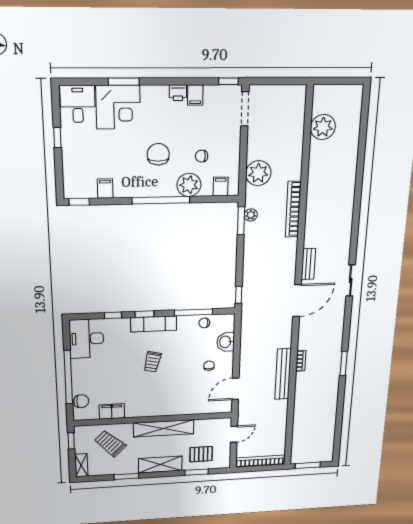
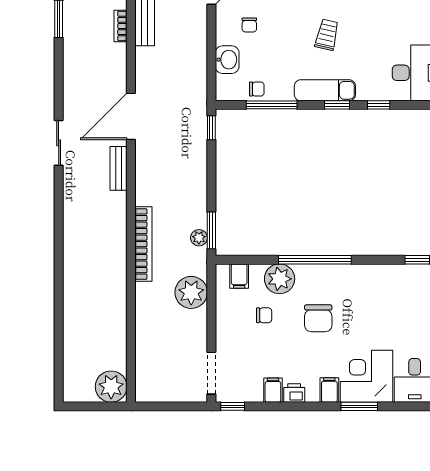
plant: (323, 127) -> (111, 387), moved
filing cabinet: (105, 189) -> (329, 390), moved, turned 180

